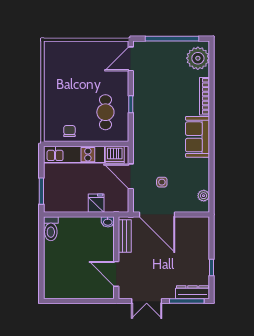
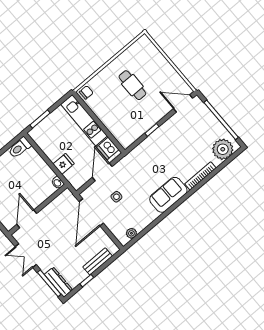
cafe table: (105, 112) -> (132, 85), moved, turned 90
chair: (69, 131) -> (86, 92), moved
bench: (125, 236) -> (98, 261), moved

